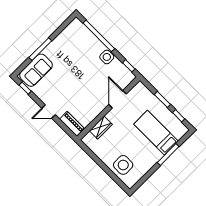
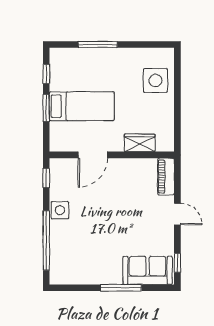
bed: (156, 133) -> (82, 106), moved, turned -90

